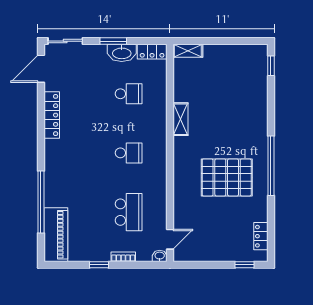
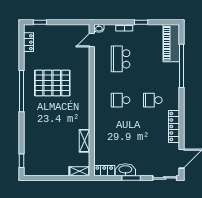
school desk: (129, 94) -> (153, 100), moved
shelving: (180, 119) -> (84, 141), moved

